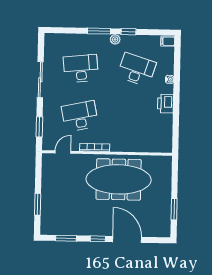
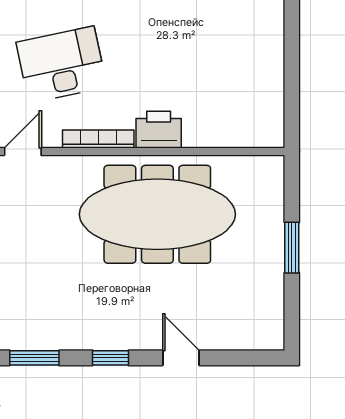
printer: (166, 104) -> (159, 130), moved, turned 90
window: (174, 209) -> (292, 248), moved
door: (127, 239) -> (181, 358), width x0.53

